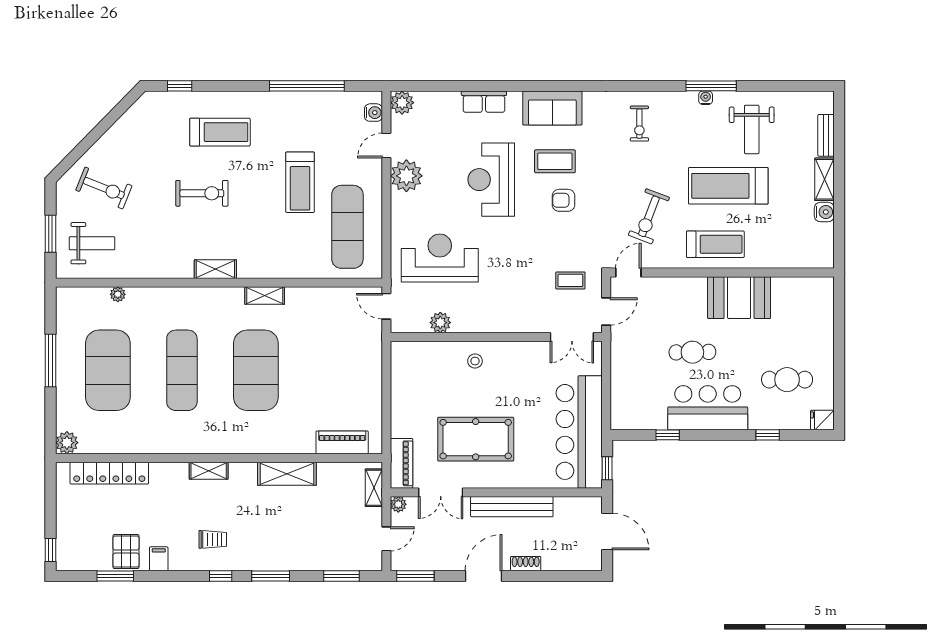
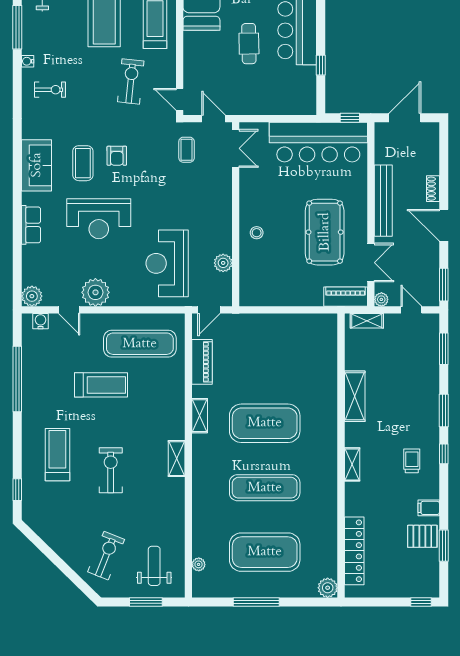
water cooler: (706, 98) -> (28, 61), moved
exercise bike: (649, 216) -> (131, 81), turned -105
plant: (118, 294) -> (199, 564), moved
piano: (342, 442) -> (202, 362), moved, turned 180

